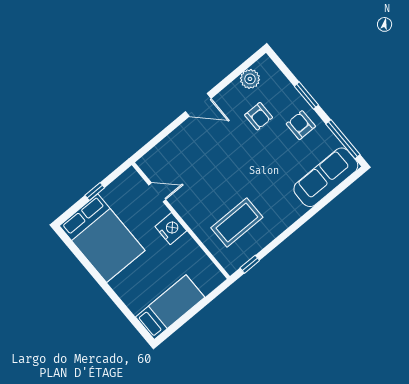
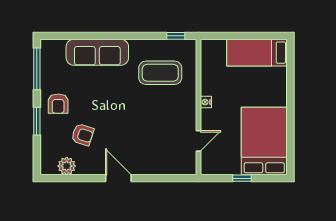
armchair: (259, 116) -> (83, 135), turned 108
sofa: (326, 177) -> (97, 52), moved
door: (157, 192) -> (199, 141), swing flipped
nightstand: (171, 229) -> (206, 102), width x0.53, depth x0.56

